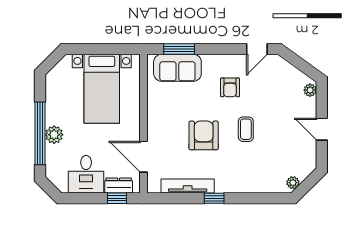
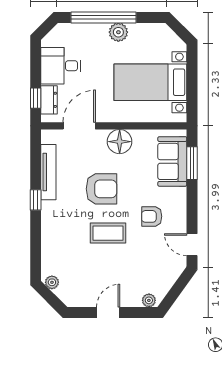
floor lamp: (159, 118) -> (120, 142), added
coffee table: (246, 129) -> (108, 233), width x1.36, depth x1.30
plant: (54, 135) -> (118, 32), moved

